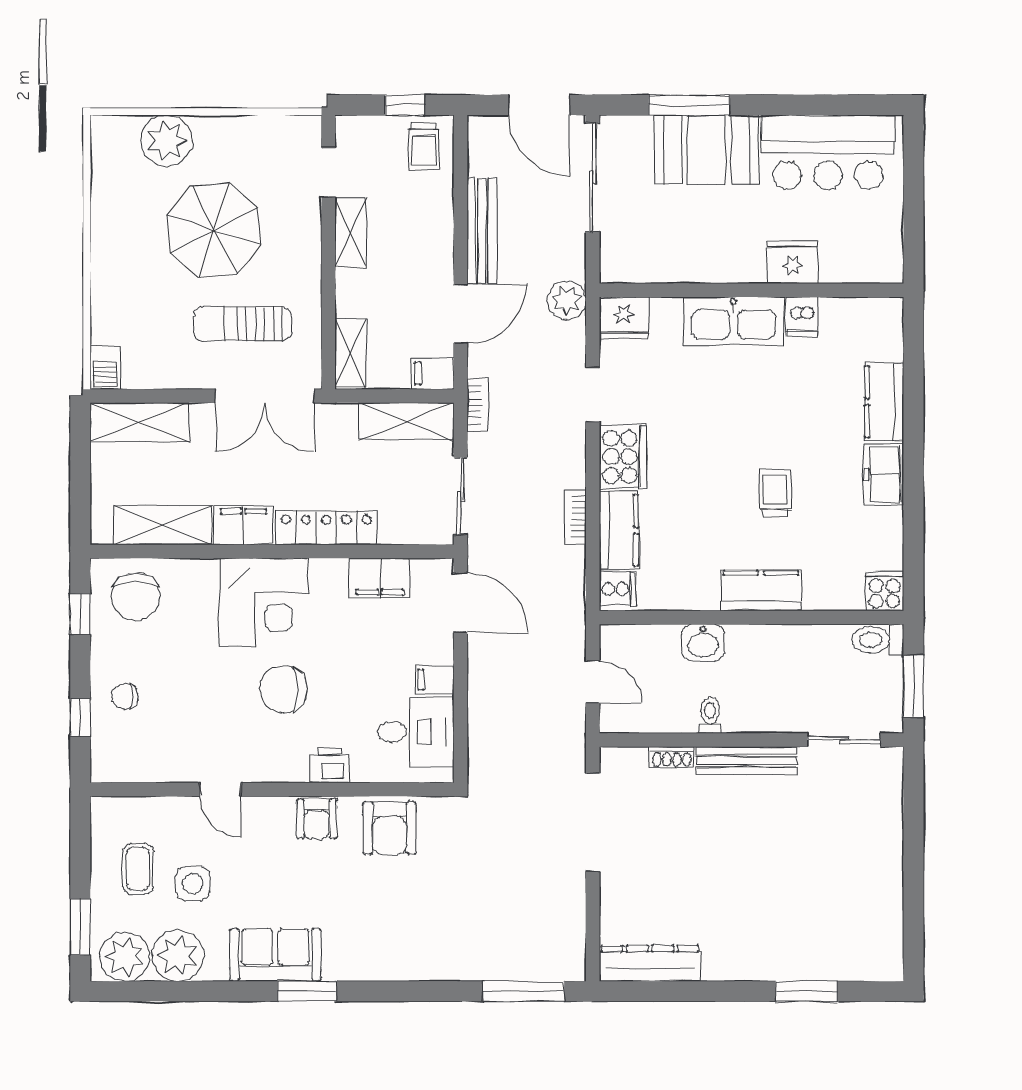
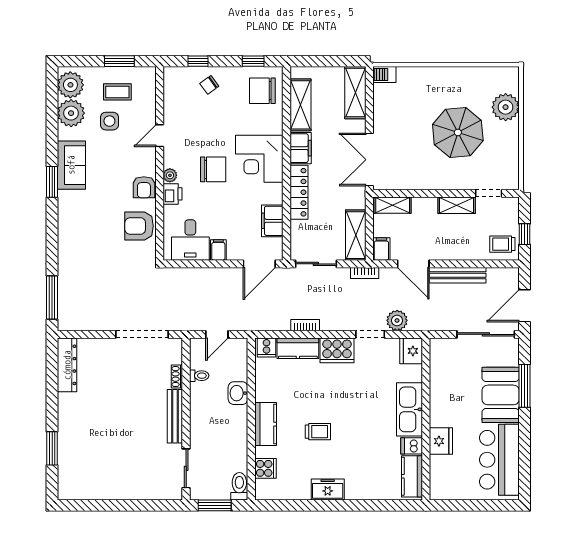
plant: (567, 300) -> (397, 320), moved
sun lounger: (242, 324) -> (408, 148), removed
kitchen counter: (884, 402) -> (412, 476), moved, turned -90
cooker: (885, 591) -> (265, 468), moved
chair: (283, 689) -> (213, 169), turned 90
chair: (125, 696) -> (209, 85), turned -126
toilet: (710, 715) -> (199, 376), moved
plant: (294, 770) -> (170, 175), added
armchair: (317, 819) -> (144, 187), turned -90
window: (80, 927) -> (119, 61), moved

